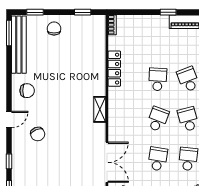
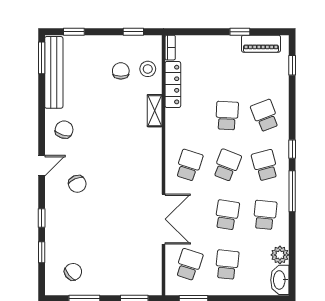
chair: (54, 29) -> (121, 71), moved
stool: (94, 42) -> (148, 69), added
locker: (114, 69) -> (173, 85), moved
chair: (27, 91) -> (64, 130), turned -72
shelving: (100, 109) -> (155, 111), moved
school desk: (127, 119) -> (189, 165), added

